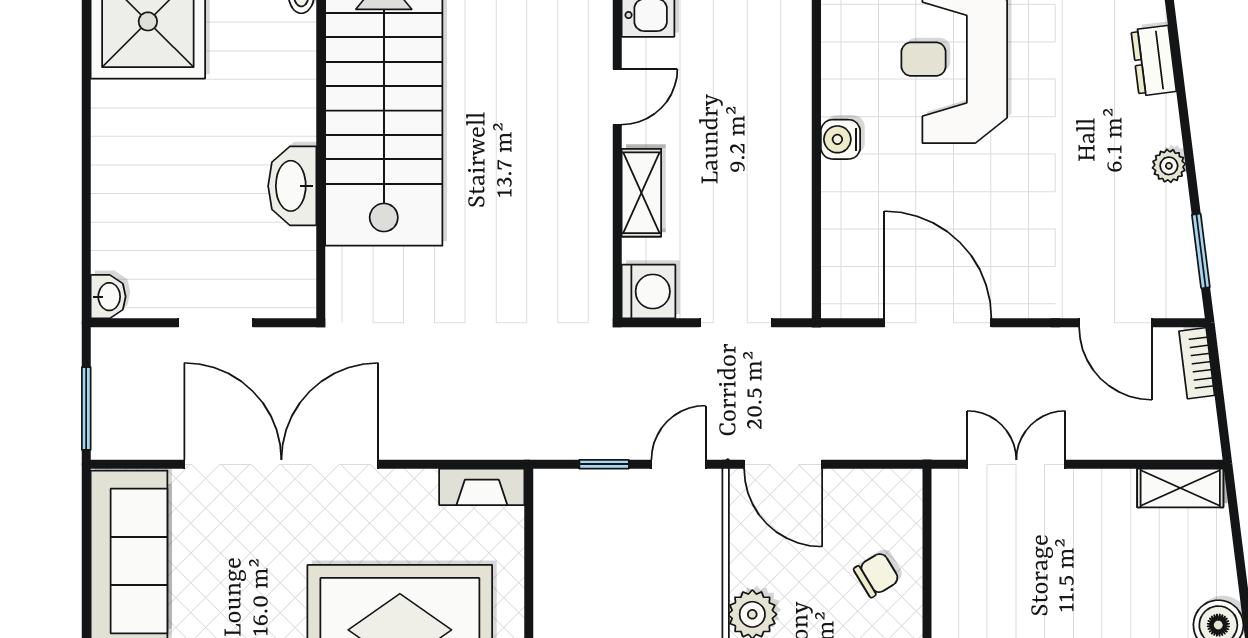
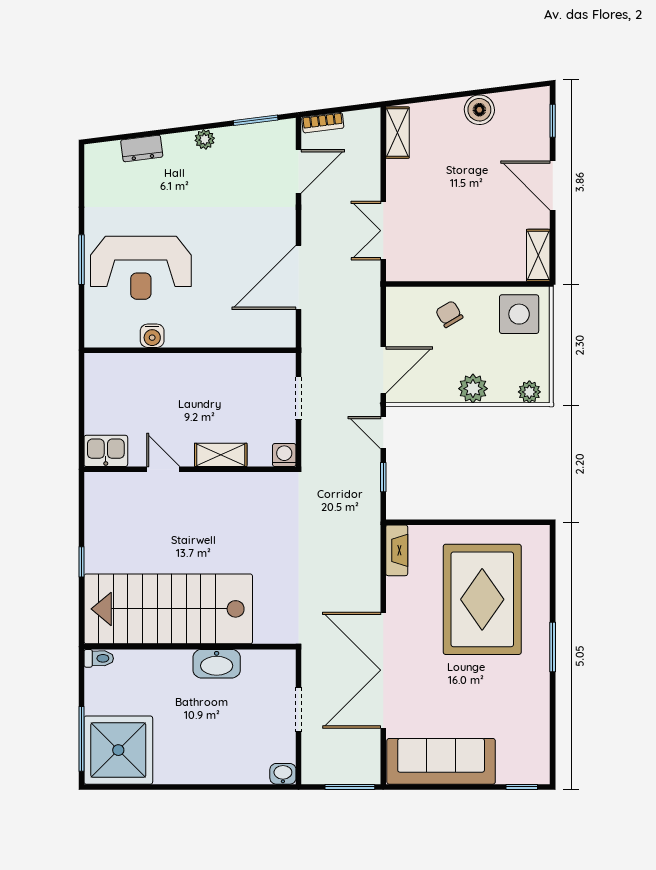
water cooler: (841, 139) -> (152, 336), moved
washing machine: (648, 291) -> (284, 455), width x0.73, depth x0.73

